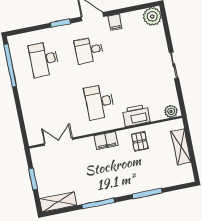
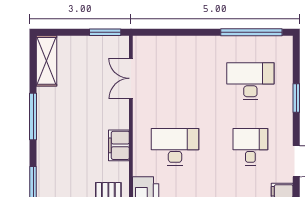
window: (60, 23) -> (296, 98), moved
double door: (59, 142) -> (131, 78), swing flipped
window: (33, 179) -> (105, 32), moved

